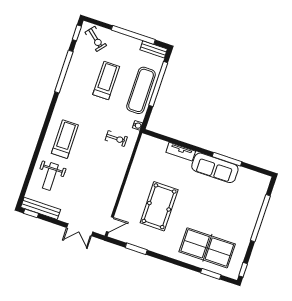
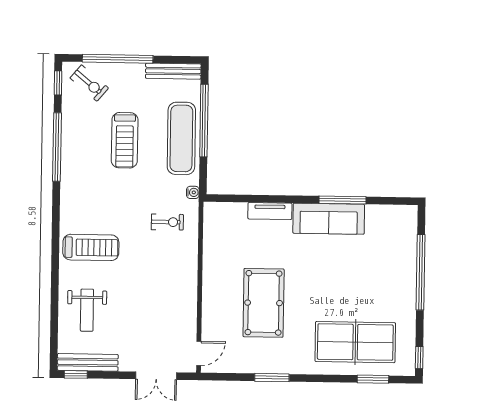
window: (133, 35) -> (118, 59), moved
bench: (154, 49) -> (173, 71), width x1.36
treadmill: (106, 81) -> (125, 140), turned 180
treadmill: (65, 139) -> (91, 247), turned 90
window: (136, 249) -> (272, 378), moved

